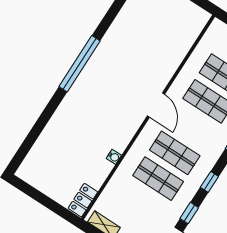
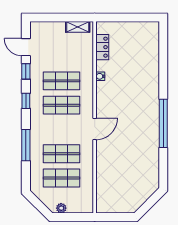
door: (156, 105) -> (95, 129), swing flipped
locker: (83, 200) -> (102, 47), moved

